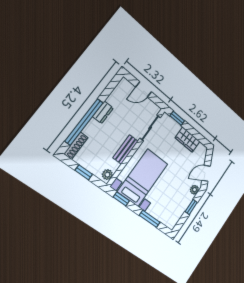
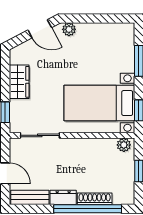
shoe rack: (76, 146) -> (95, 199), moved
bench: (126, 149) -> (30, 197), moved
window: (191, 207) -> (92, 18), removed

